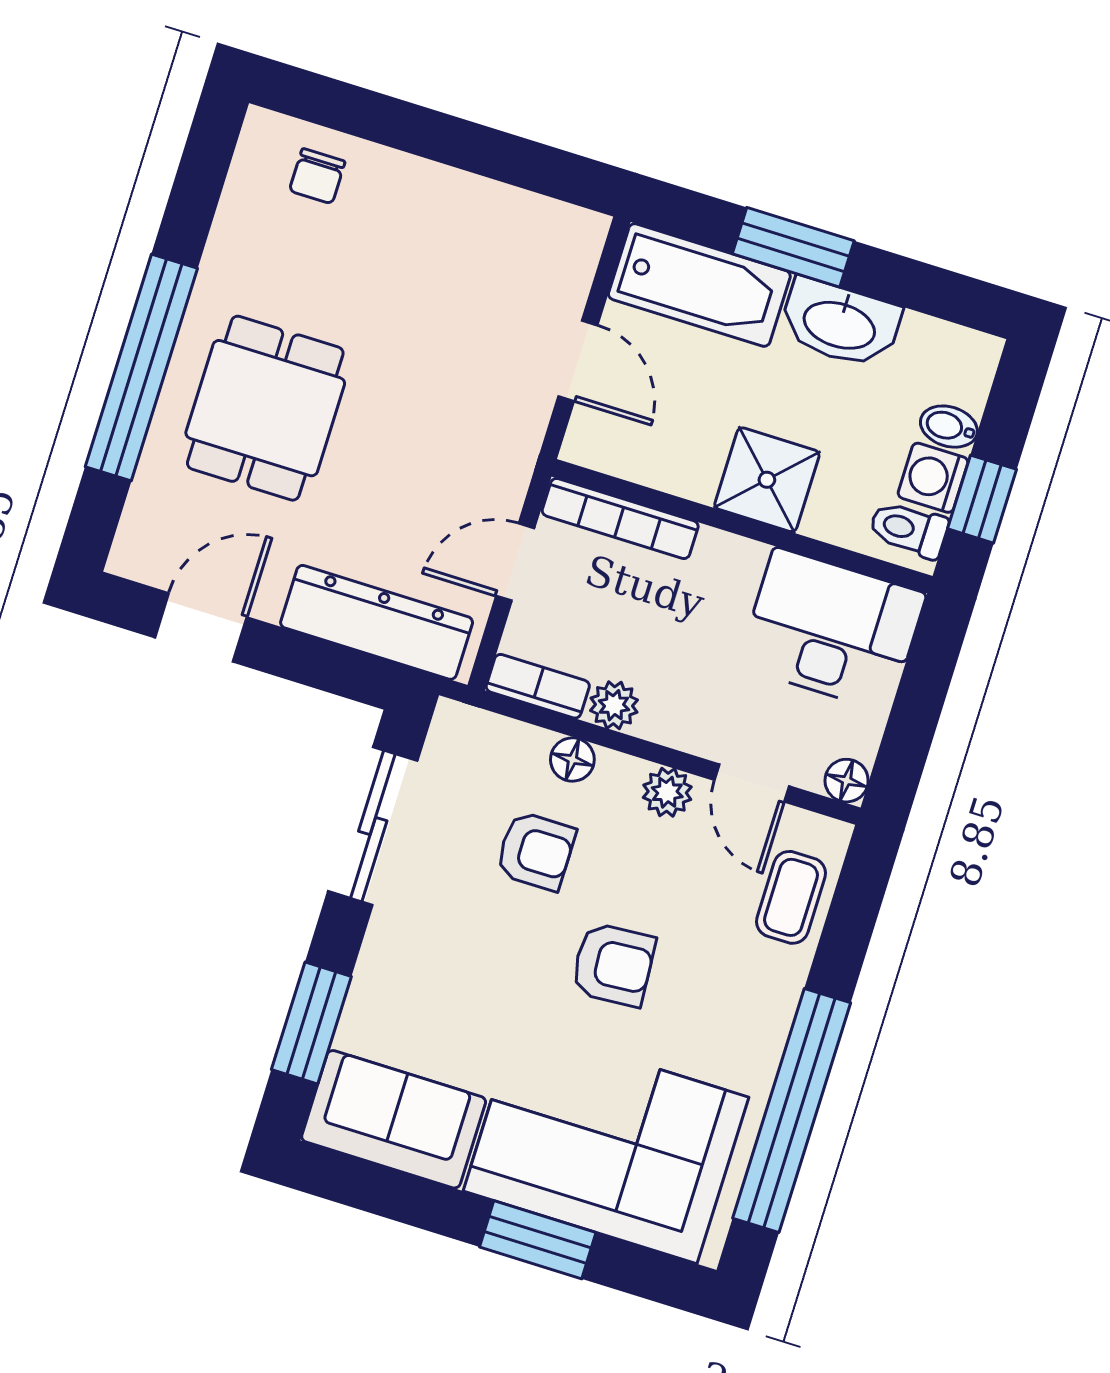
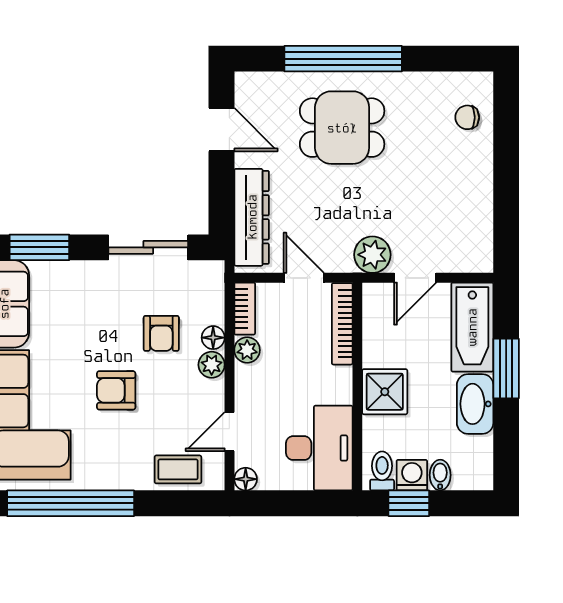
plant: (512, 425) -> (372, 255), added
plant: (667, 792) -> (212, 365), moved
armchair: (613, 965) -> (116, 390), turned 94

